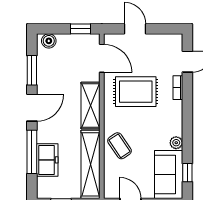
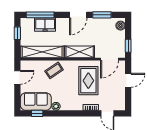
door: (32, 108) -> (78, 15), hinge flipped
window: (32, 152) -> (40, 15), moved

